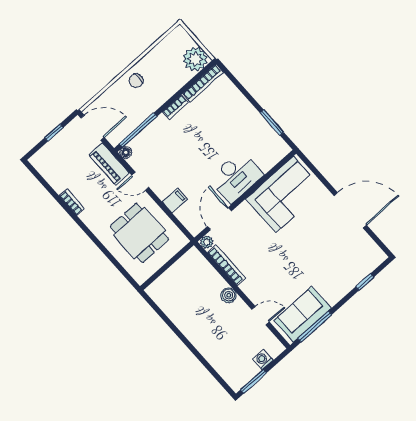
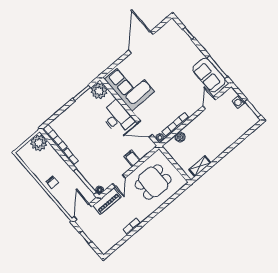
plant: (275, 149) -> (99, 91), added
boiler: (229, 295) -> (180, 137), moved
shelving: (165, 303) -> (200, 166), added

